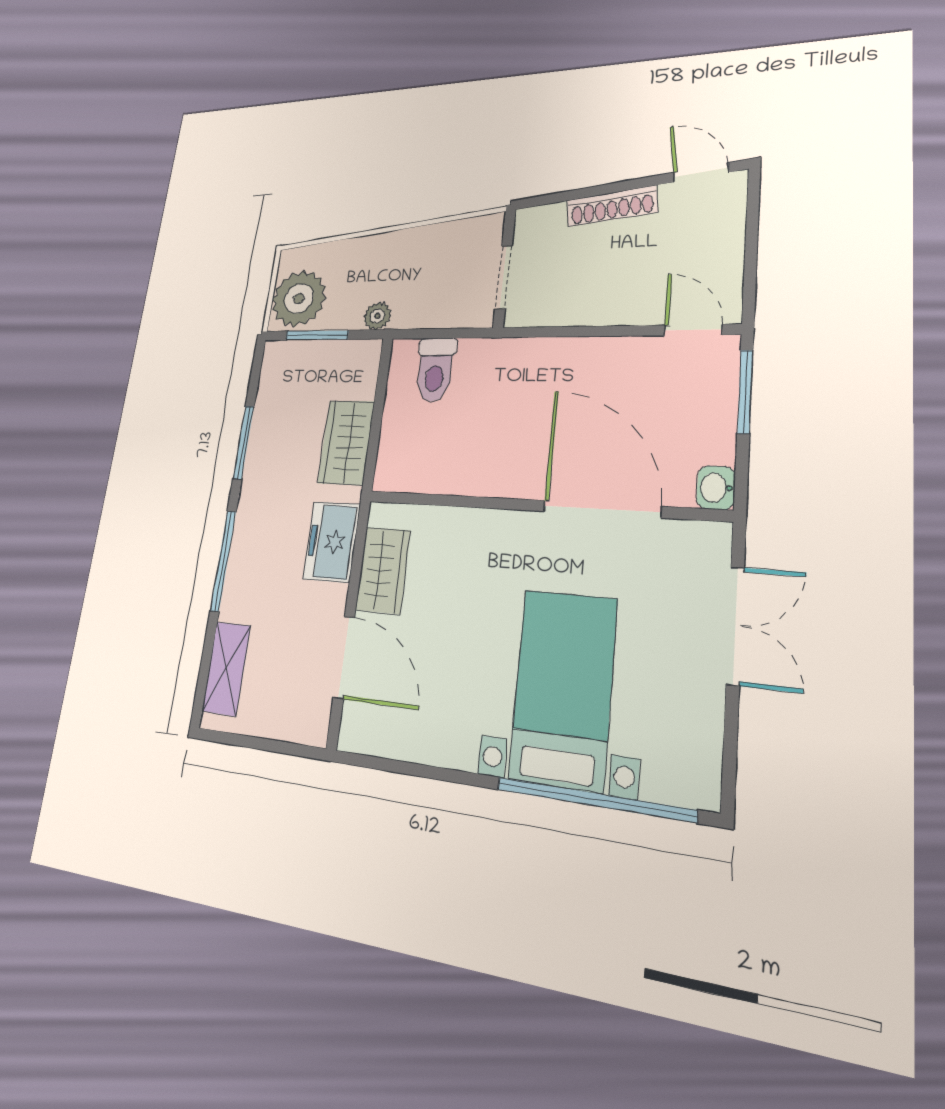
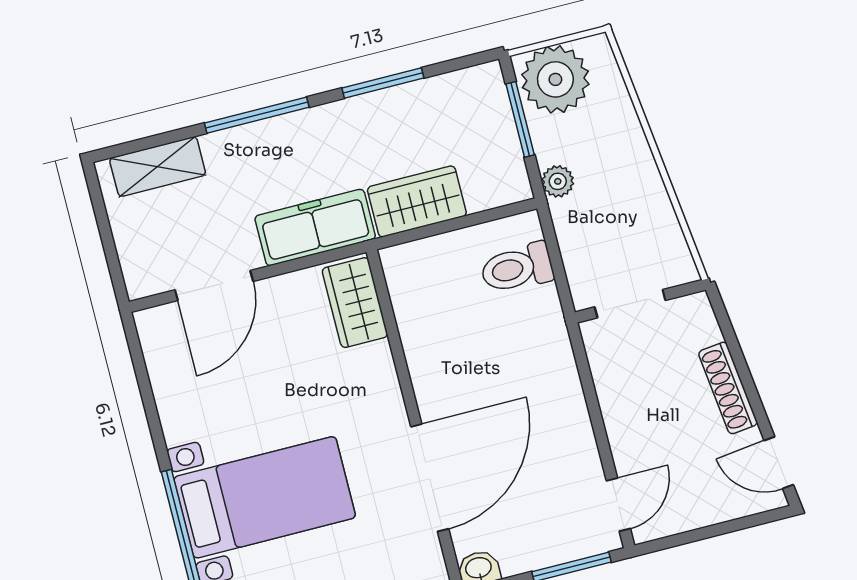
door: (701, 172) -> (779, 463), swing flipped
freezer: (332, 542) -> (315, 227), width x1.40
wardrobe: (383, 570) -> (355, 303), moved, turned 90

